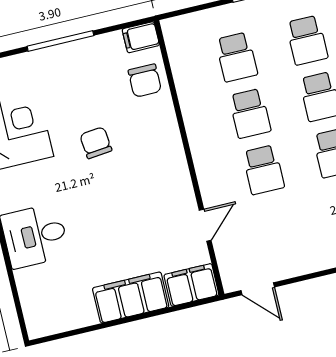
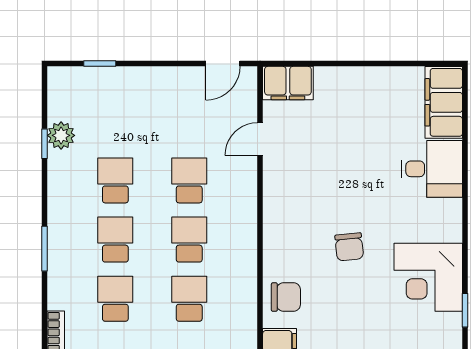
chair: (145, 81) -> (286, 297), turned 90
door: (258, 289) -> (223, 64), swing flipped
filing cabinet: (131, 298) -> (444, 102), moved, turned 90

